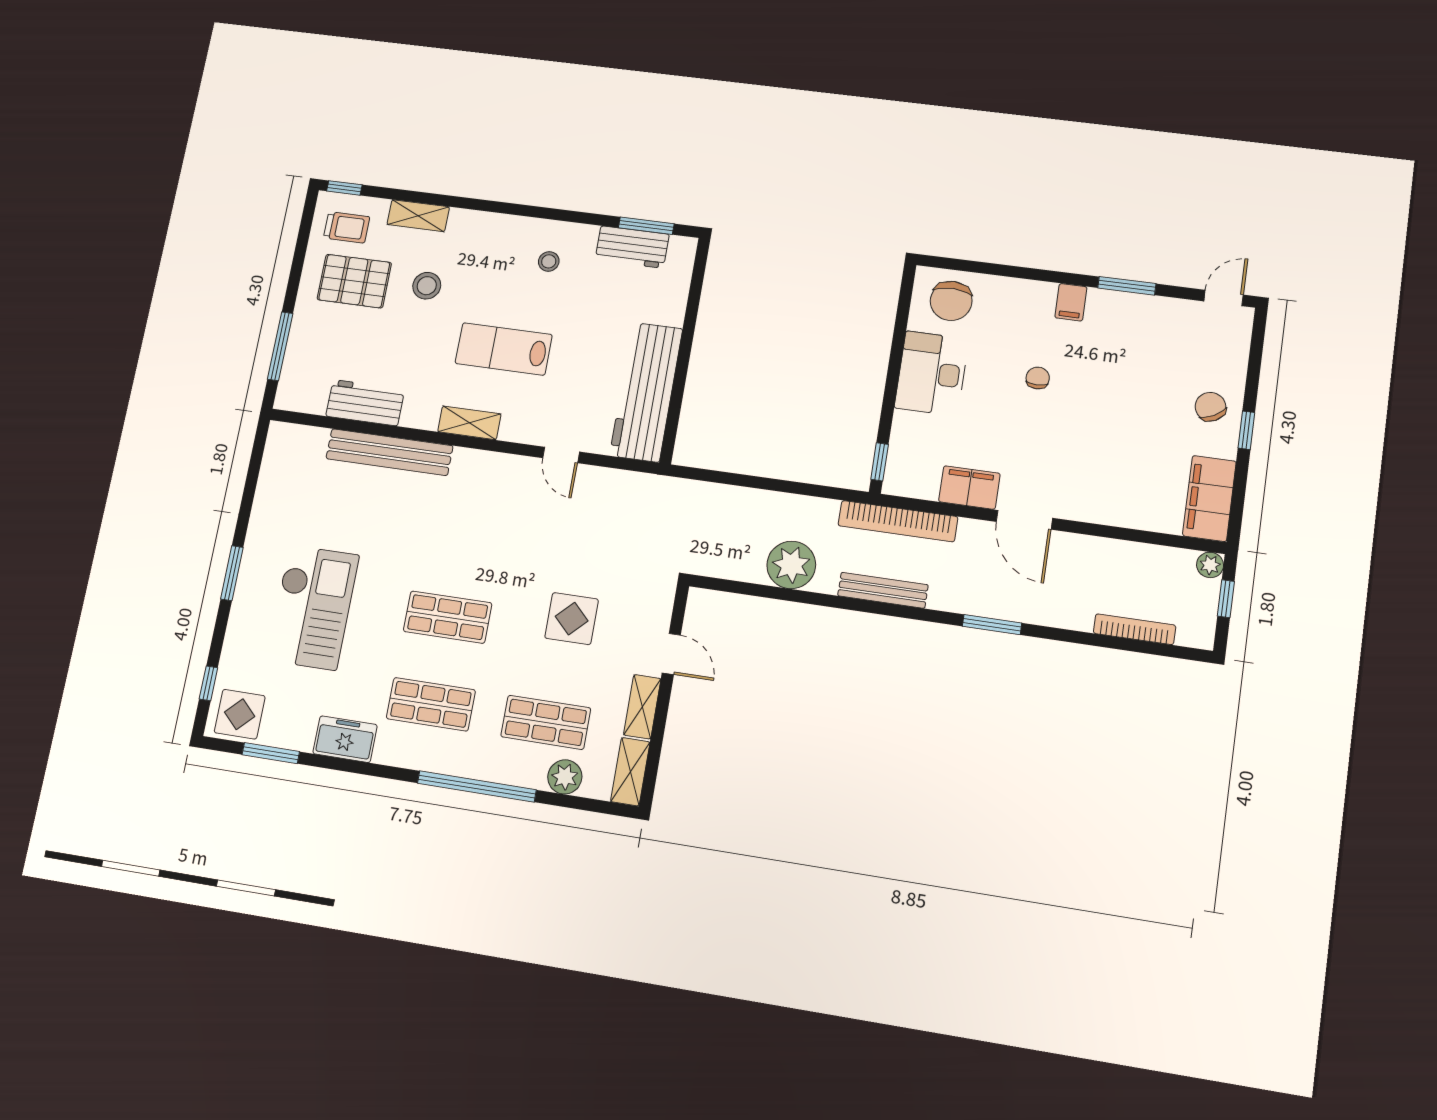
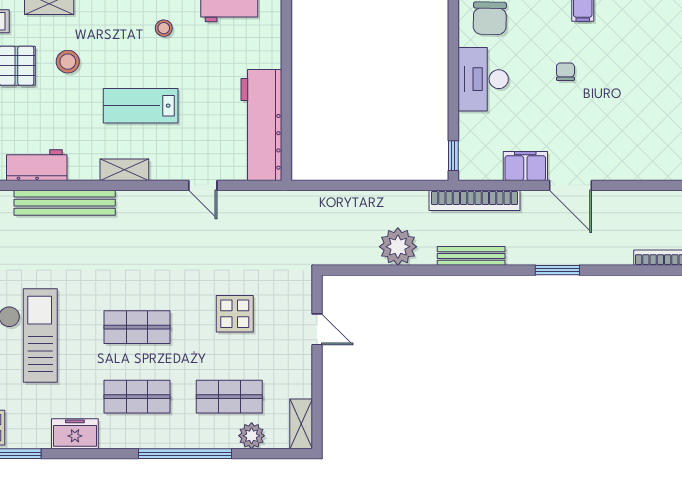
shelving: (642, 707) -> (302, 373), removed

